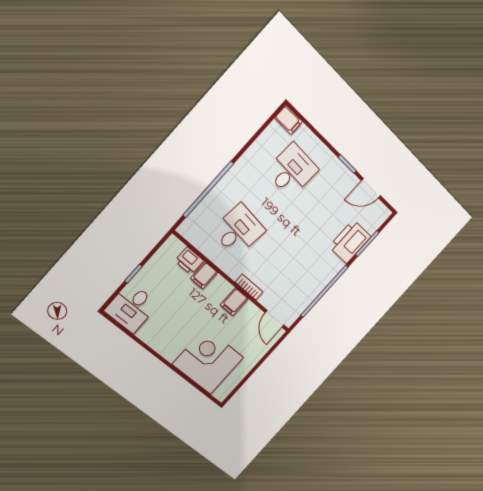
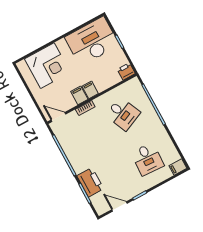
door: (371, 188) -> (119, 206), hinge flipped
desk: (238, 230) -> (123, 114), turned -30
printer: (189, 261) -> (126, 71), moved
filing cabinet: (204, 275) -> (90, 90), moved
desk: (132, 308) -> (92, 41), width x1.87, depth x1.30

